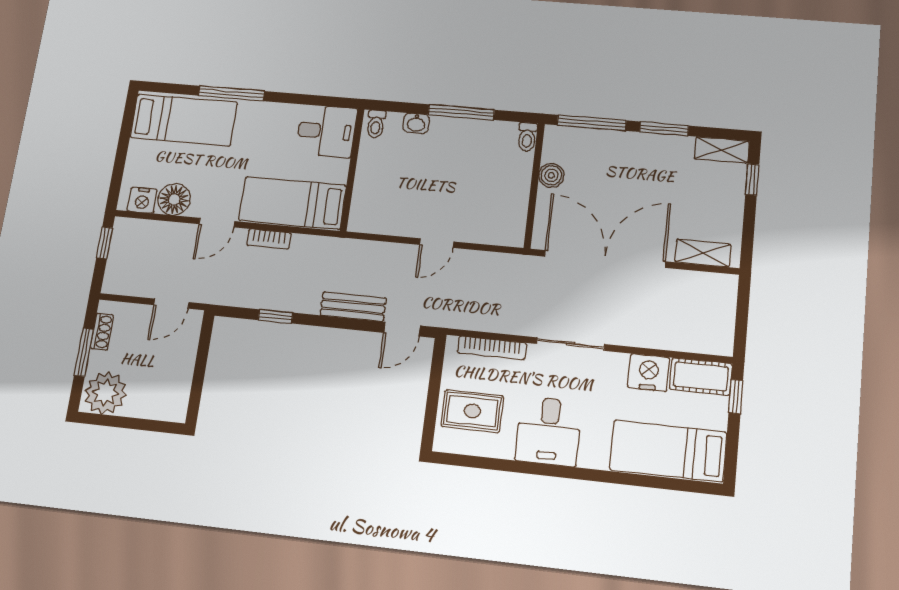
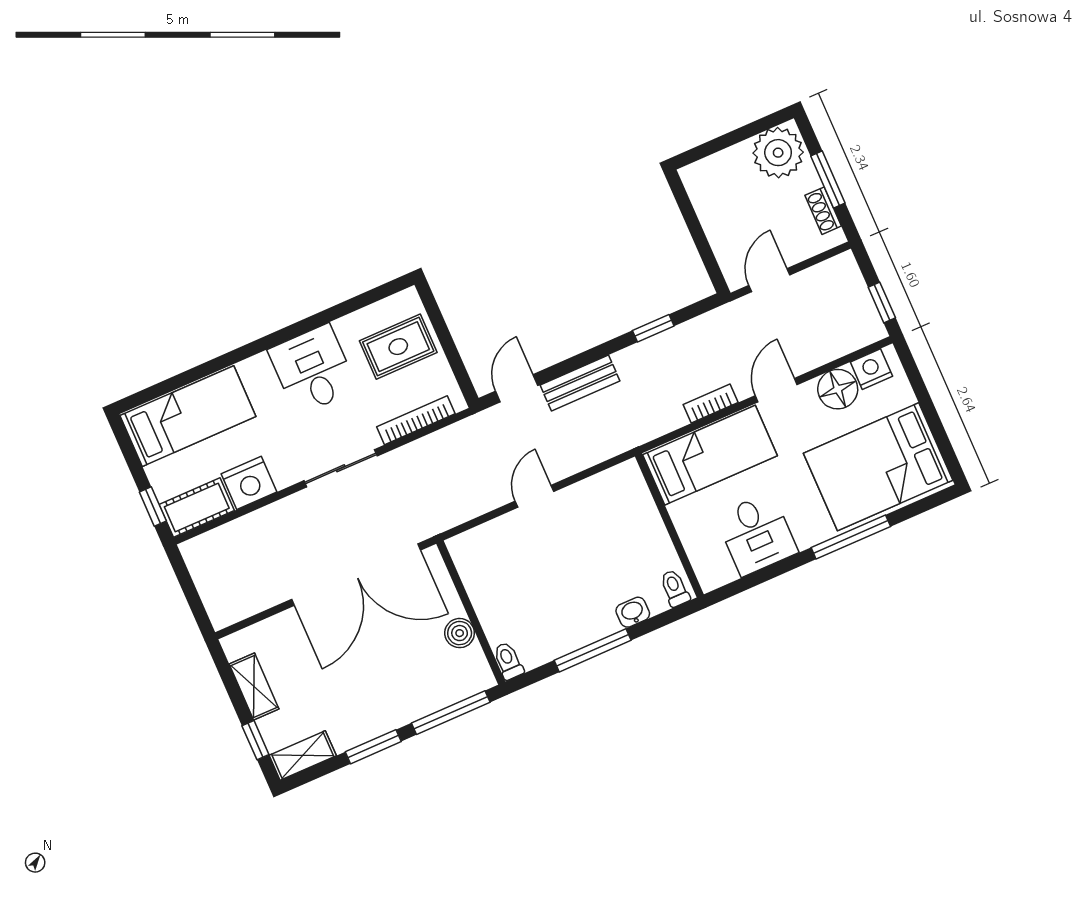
bed: (184, 120) -> (878, 467), width x1.50
desk: (326, 131) -> (757, 534), moved, turned -90
shelving: (703, 253) -> (254, 686), moved, turned 90

